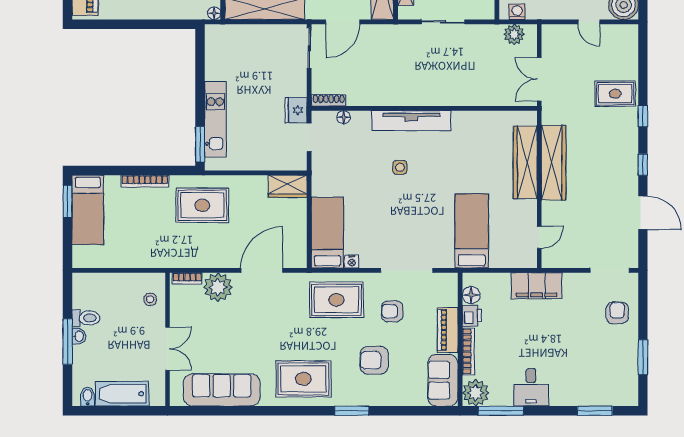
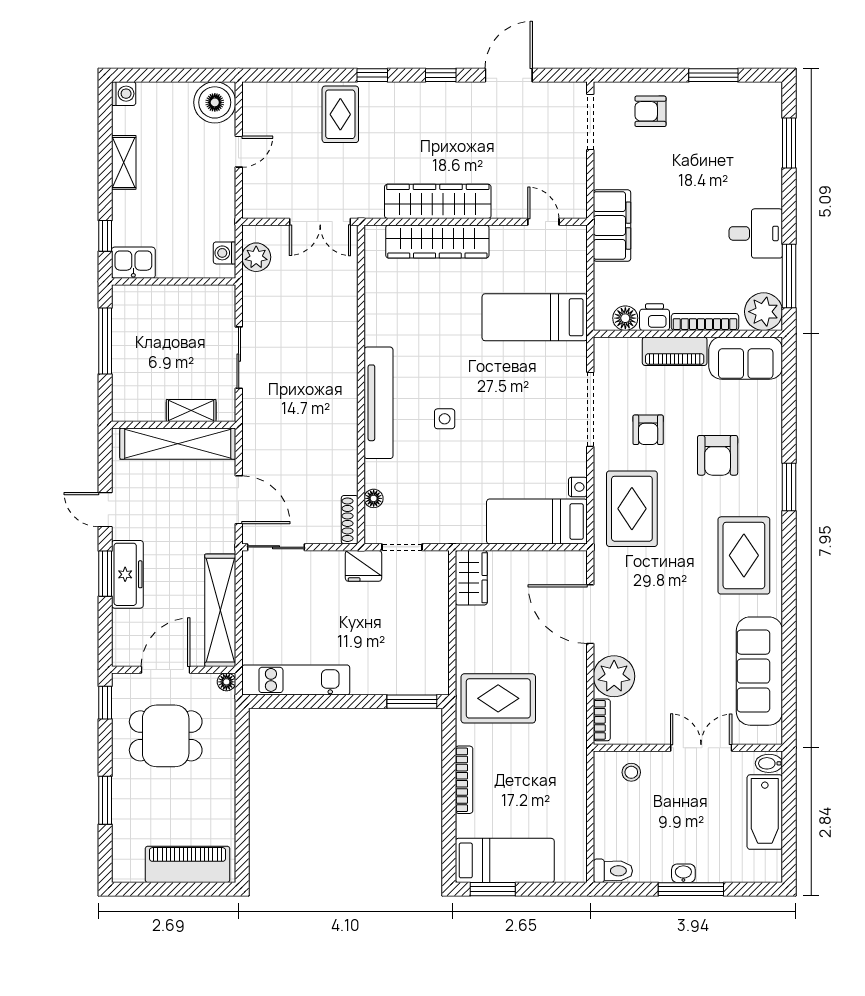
kitchen unit: (215, 119) -> (296, 680), moved
rug: (202, 205) -> (498, 698), turned 90
toilet: (86, 318) -> (613, 871), moved, turned 90
bidet: (88, 397) -> (769, 763), moved

